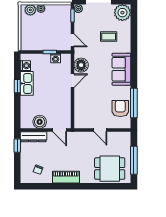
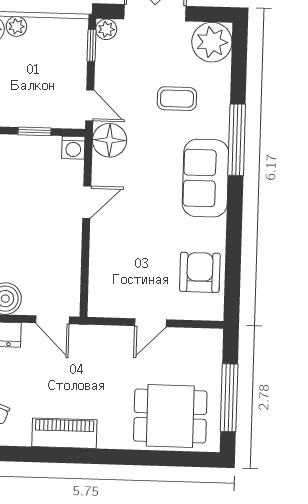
washing machine: (56, 58) -> (73, 148), moved
floor lamp: (81, 65) -> (110, 140), moved
window: (134, 103) -> (237, 140), moved
door: (100, 130) -> (150, 323), hinge flipped

